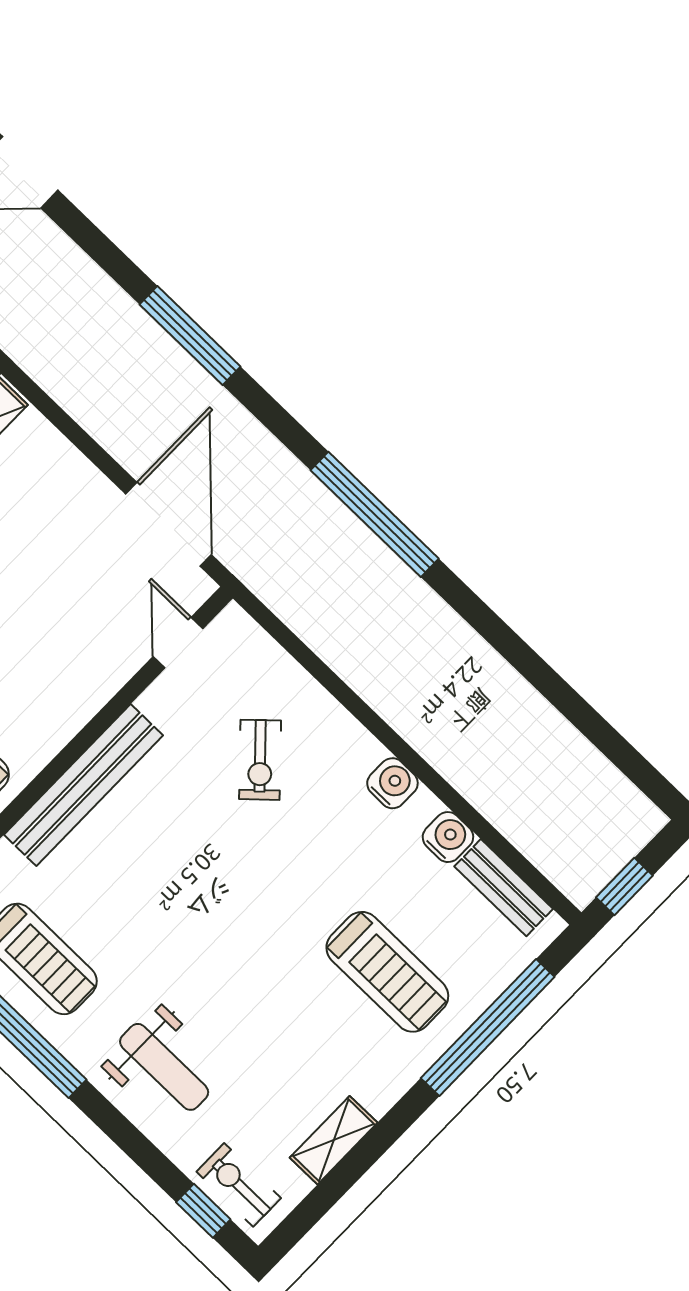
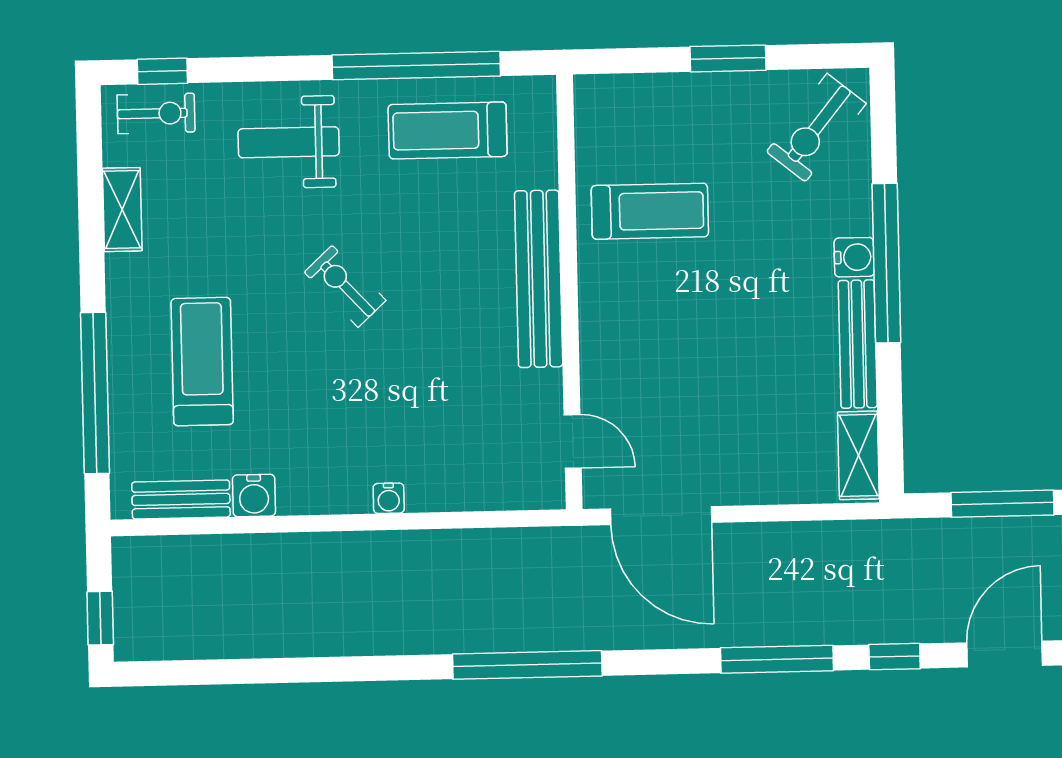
window: (103, 251) -> (895, 657), added
exercise bike: (260, 760) -> (345, 286), moved
water cooler: (392, 783) -> (389, 498), moved, width x0.72, depth x0.72
window: (624, 887) -> (100, 618), moved
treadmill: (387, 972) -> (202, 362), turned 90

